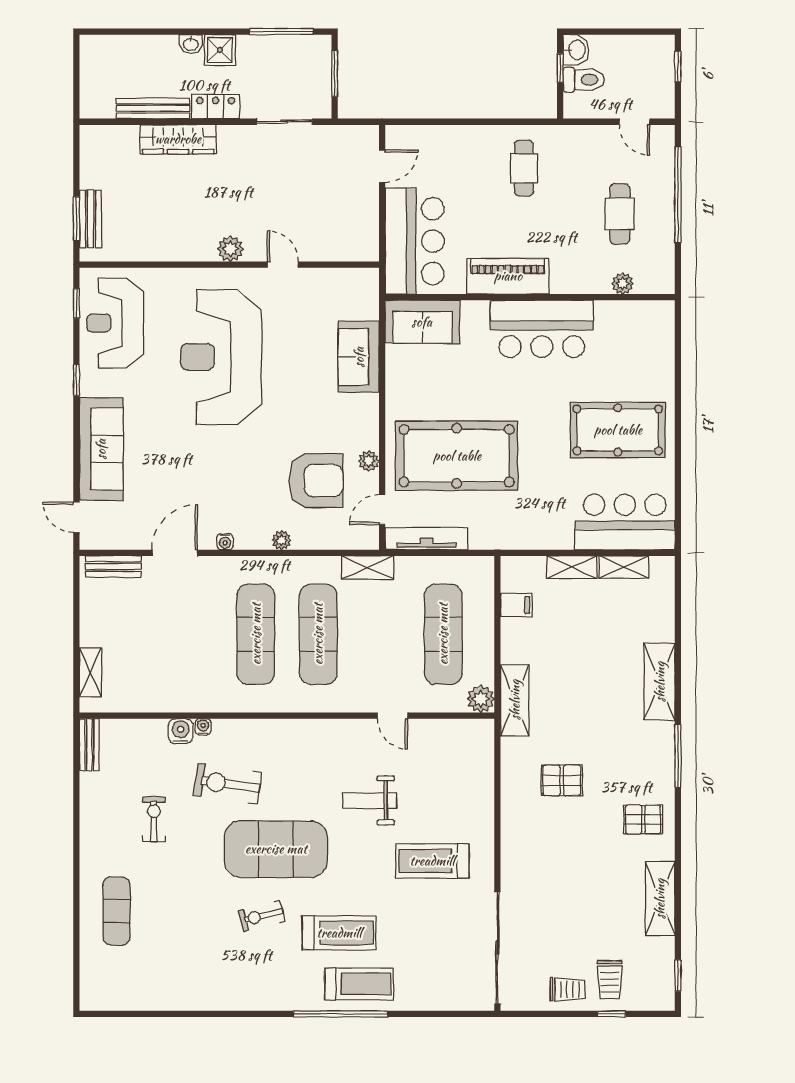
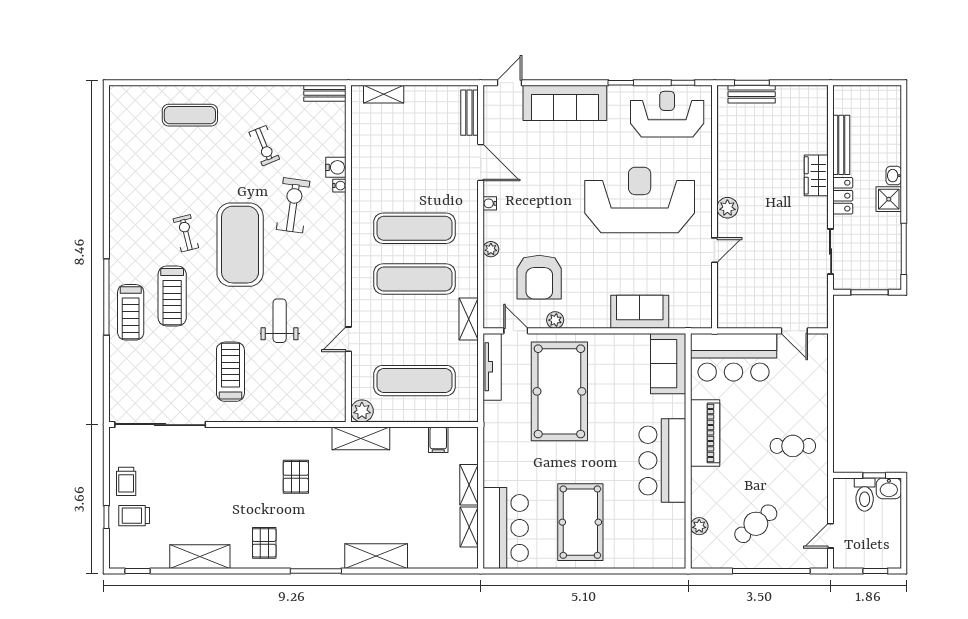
wardrobe: (178, 139) -> (816, 175), width x0.67
cafe table: (620, 214) -> (756, 524), turned -40
exercise bike: (154, 819) -> (264, 146), turned 68

